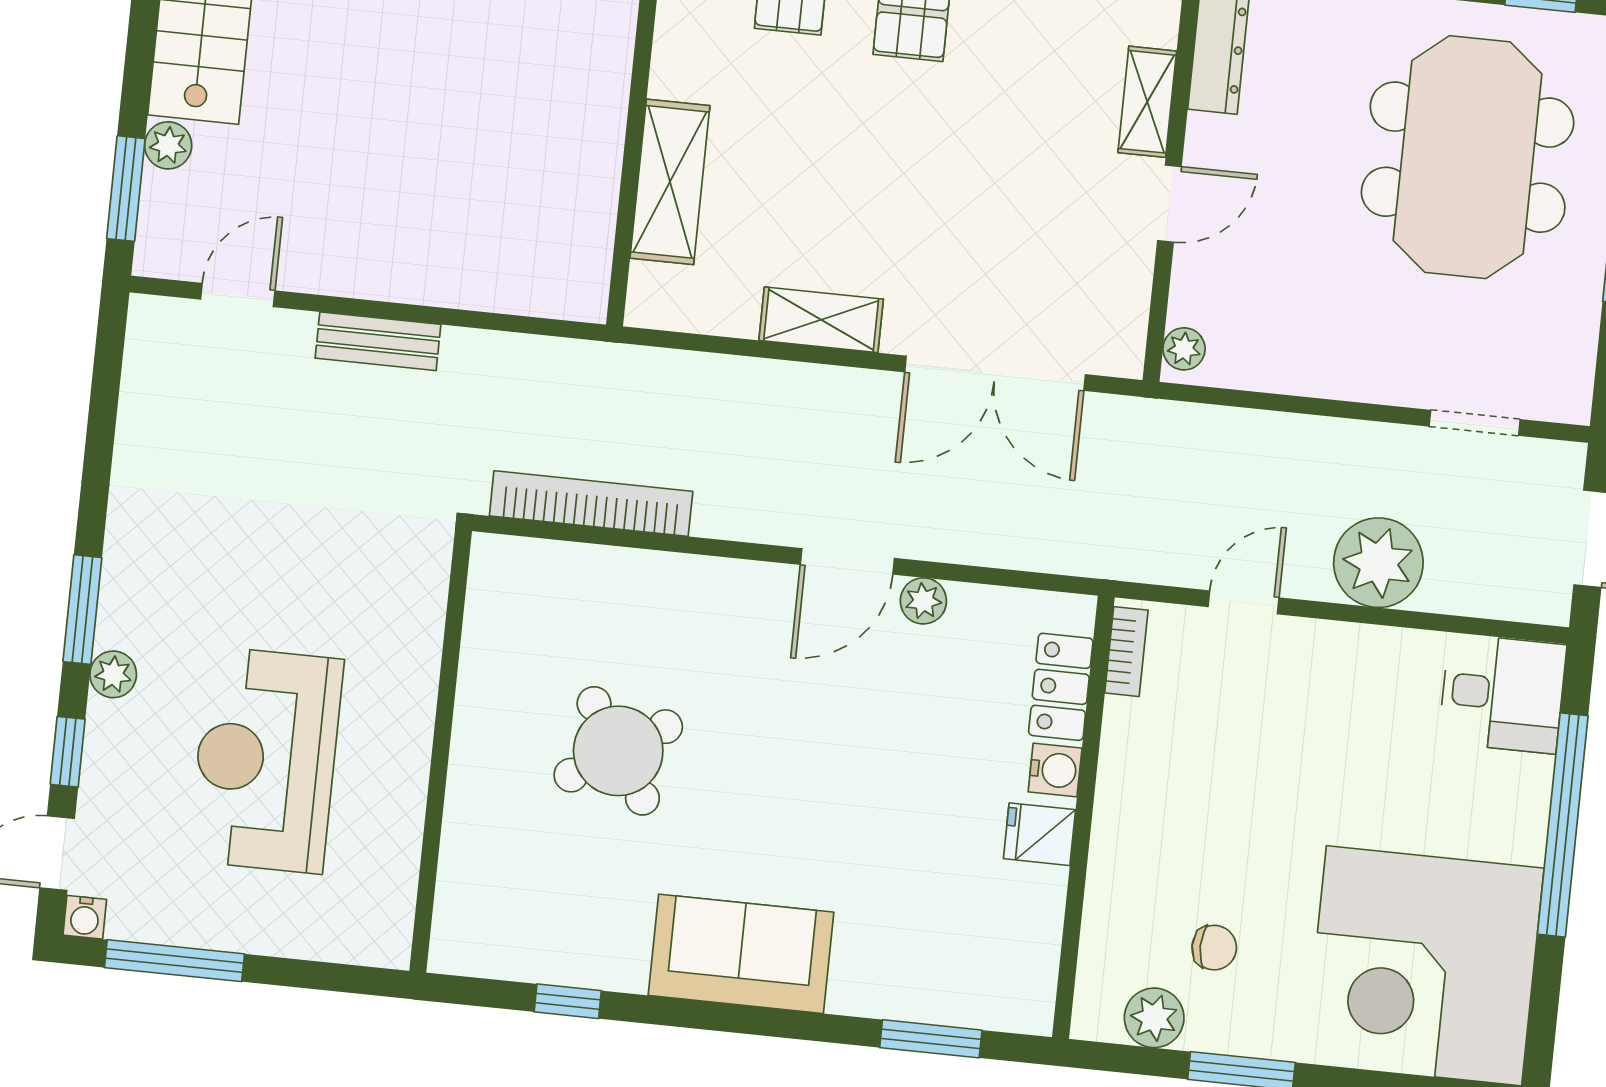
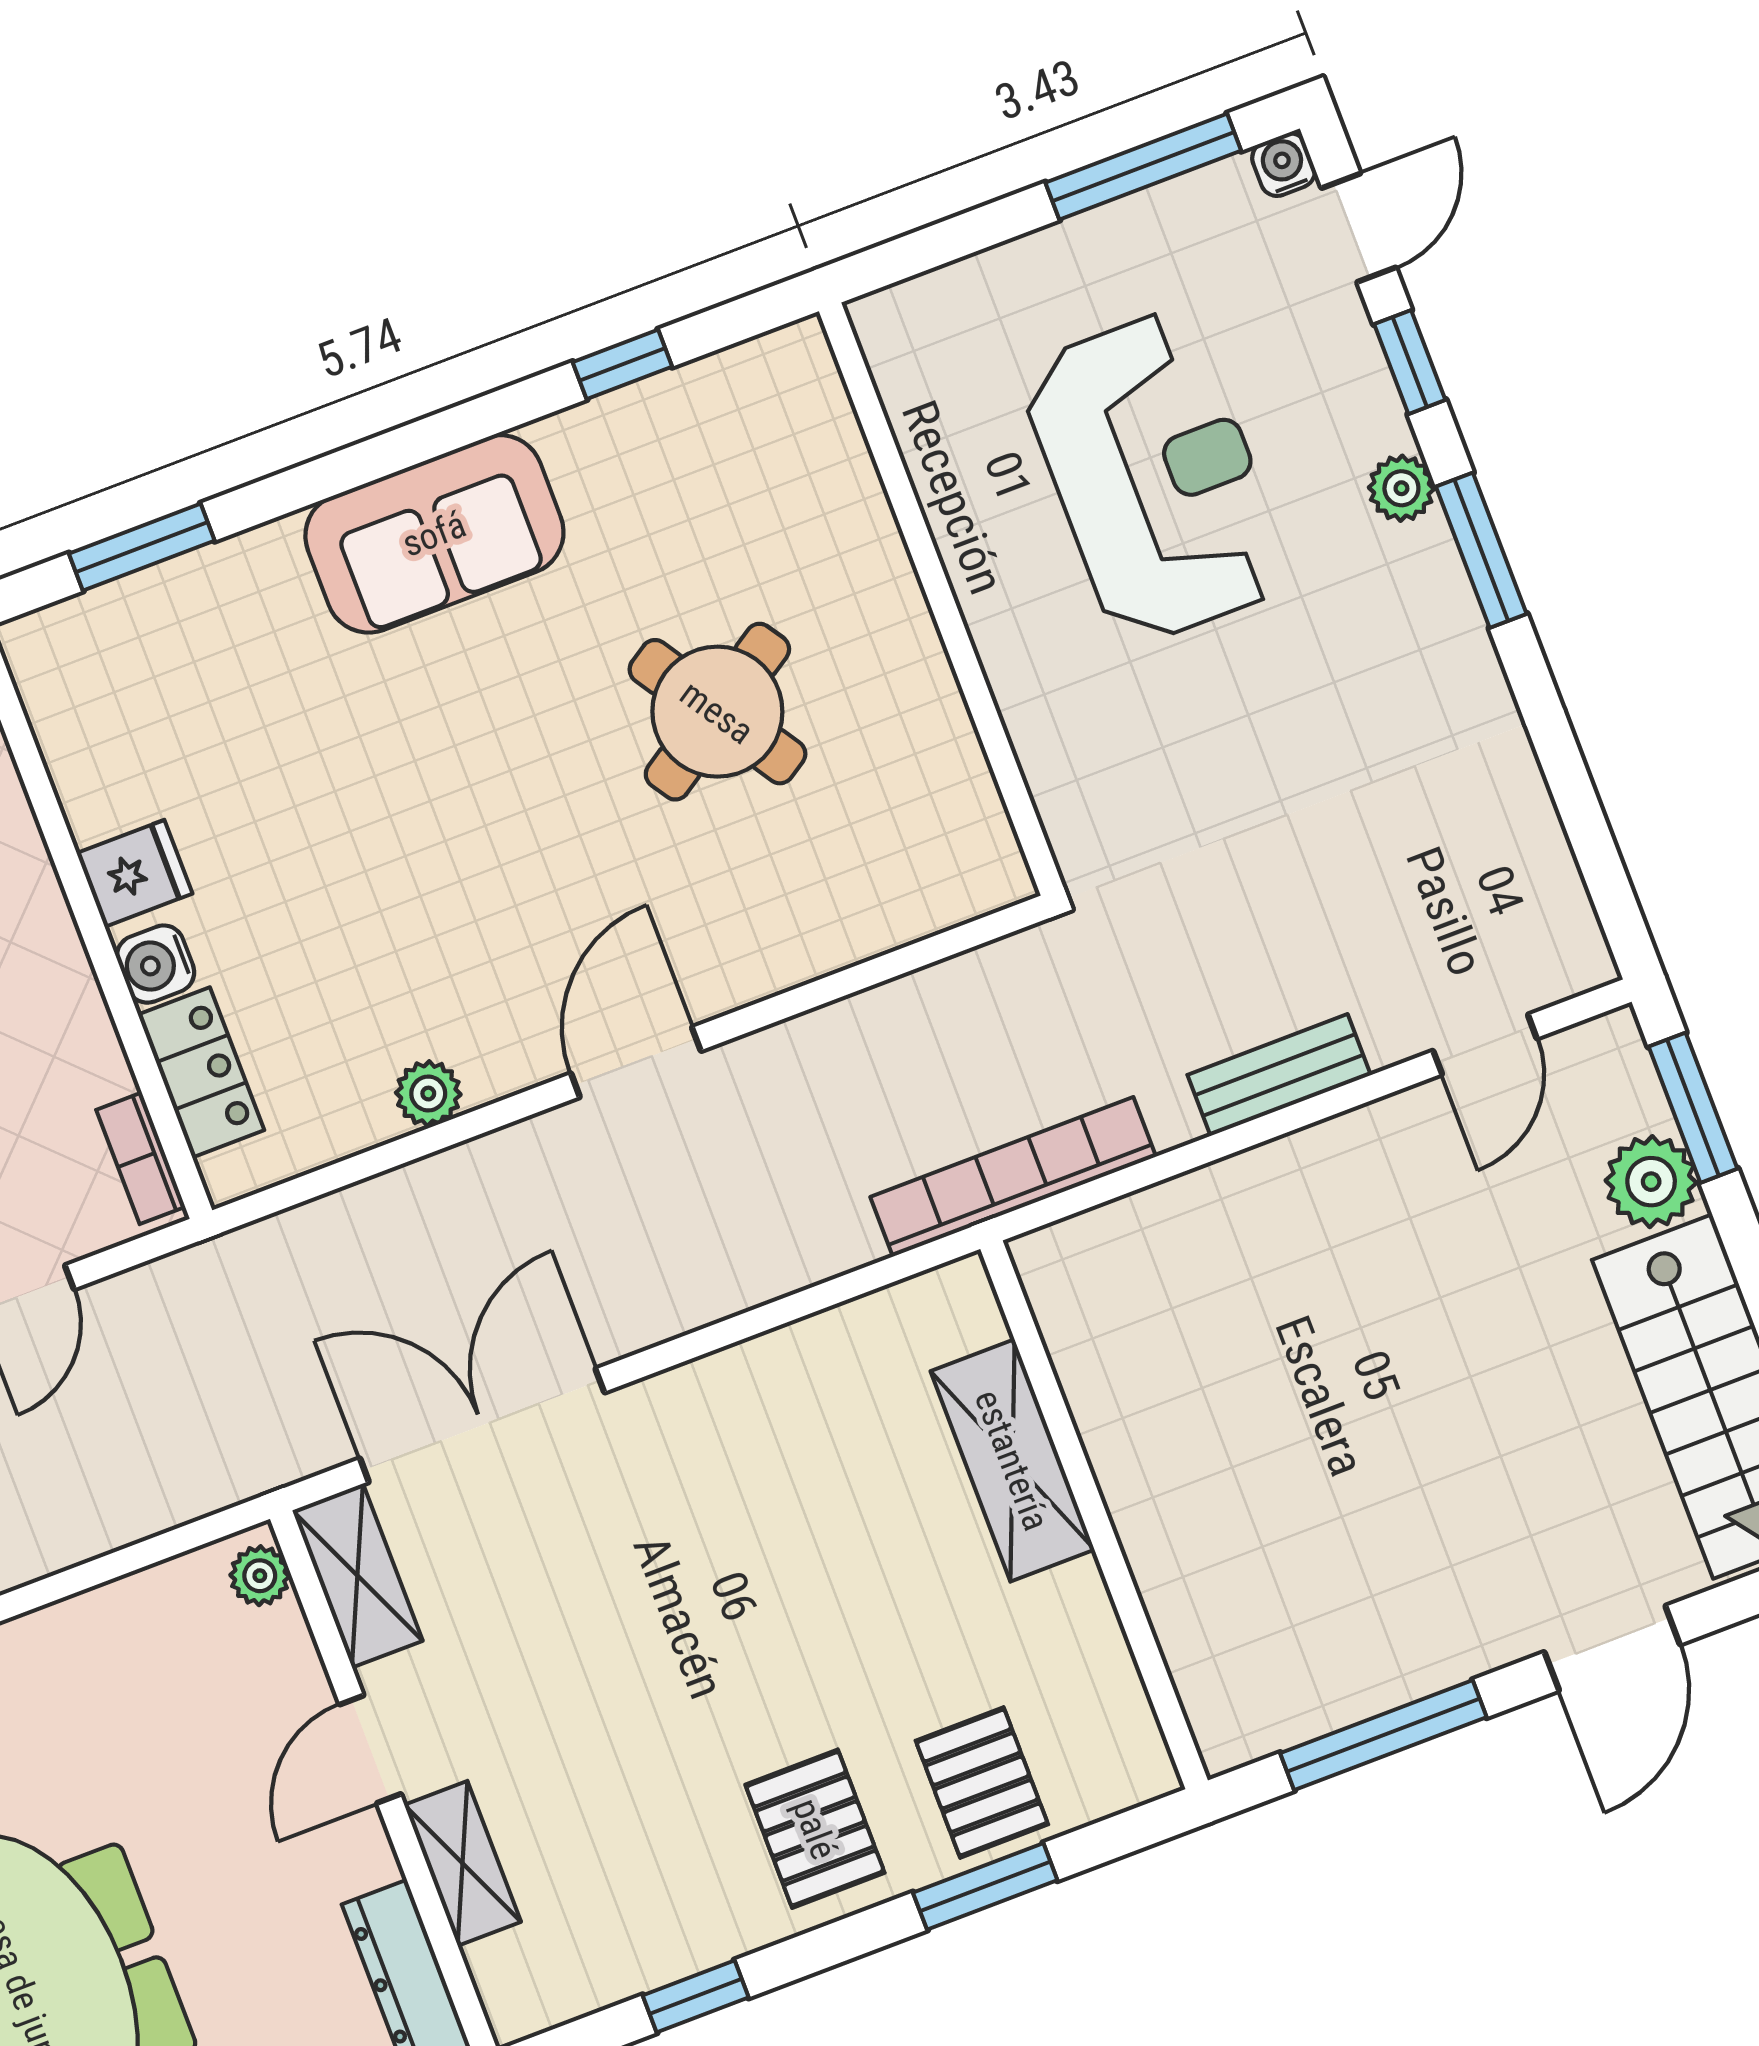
plant: (168, 145) -> (1651, 1182), width x1.38, depth x1.38
shelving: (821, 320) -> (357, 1576), moved, turned 90
bookcase: (591, 504) -> (1013, 1177), moved, turned 180
door: (847, 561) -> (636, 1062), moved

